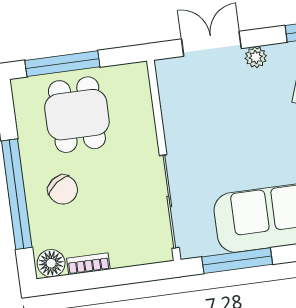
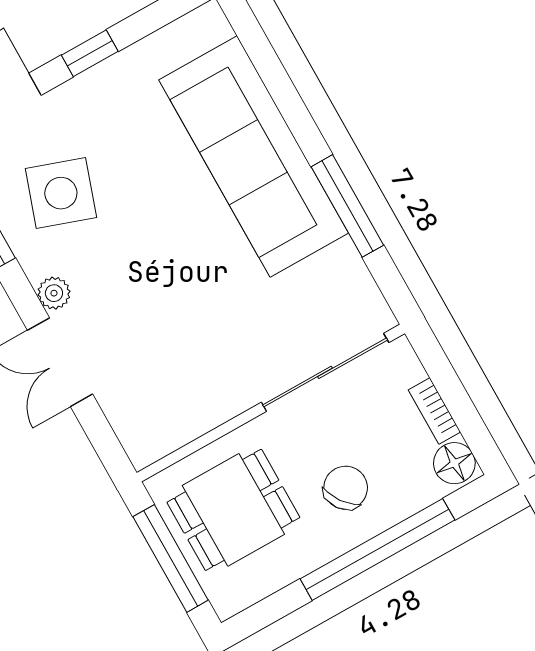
wall: (164, 160) -> (271, 403), moved
sliding door: (169, 202) -> (325, 372), moved

